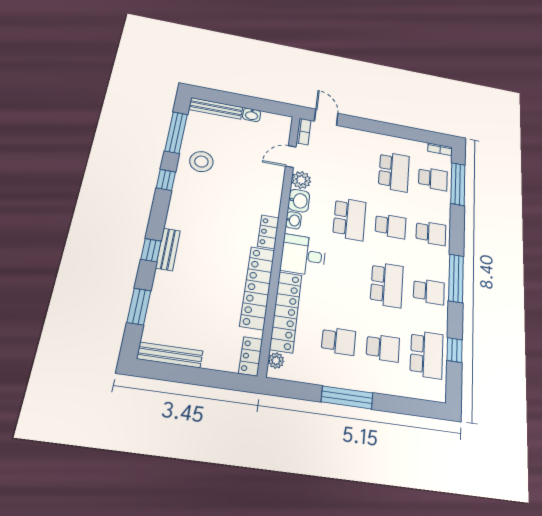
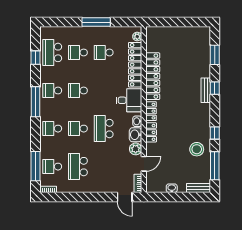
bench: (216, 108) -> (199, 188), width x0.73
school desk: (387, 285) -> (78, 91), width x0.54
bench: (170, 355) -> (194, 31), removed
locker: (251, 356) -> (151, 132), moved

